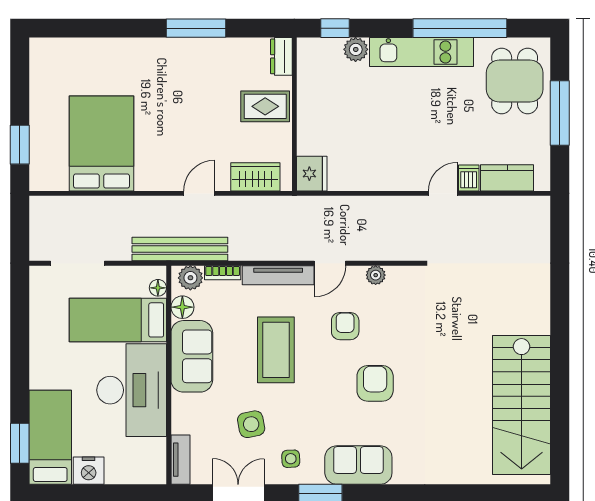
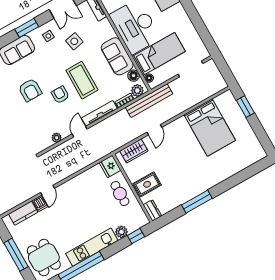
cafe table: (321, 117) -> (120, 194), added
armchair: (345, 326) -> (60, 95), moved, turned 180

